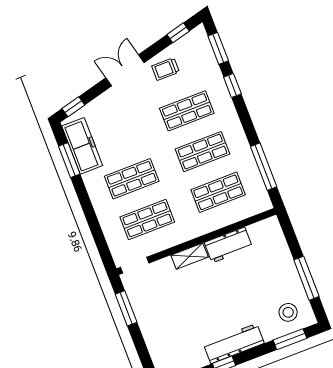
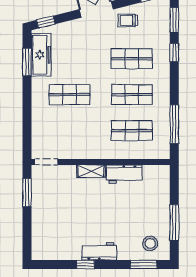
shop shelf: (147, 219) -> (69, 131), removed
workbench: (234, 344) -> (99, 251), width x0.73

